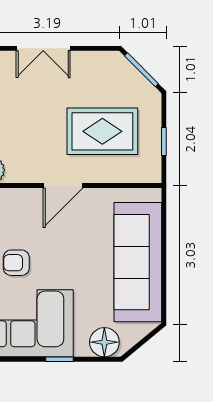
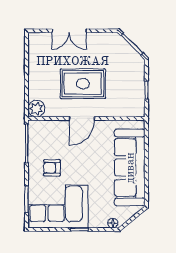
rug: (102, 131) -> (83, 84), moved
floor lamp: (104, 342) -> (113, 223), width x0.53, depth x0.53

